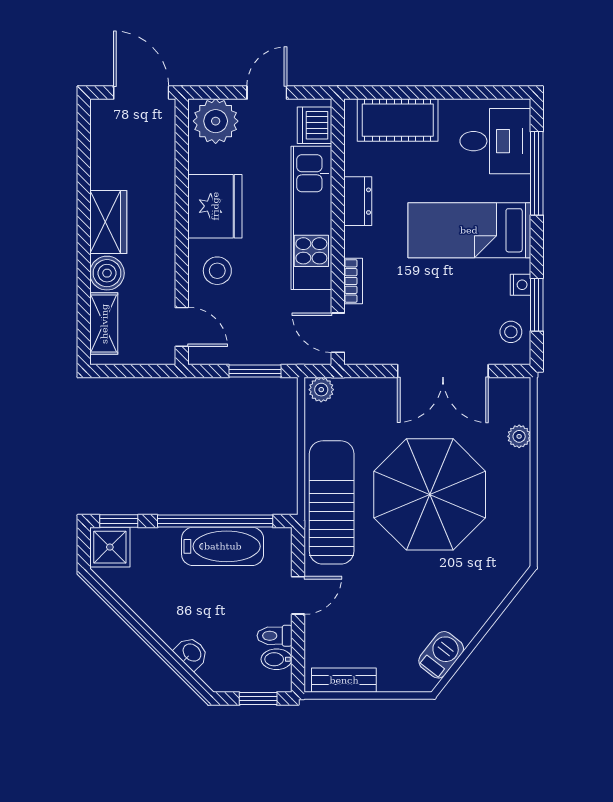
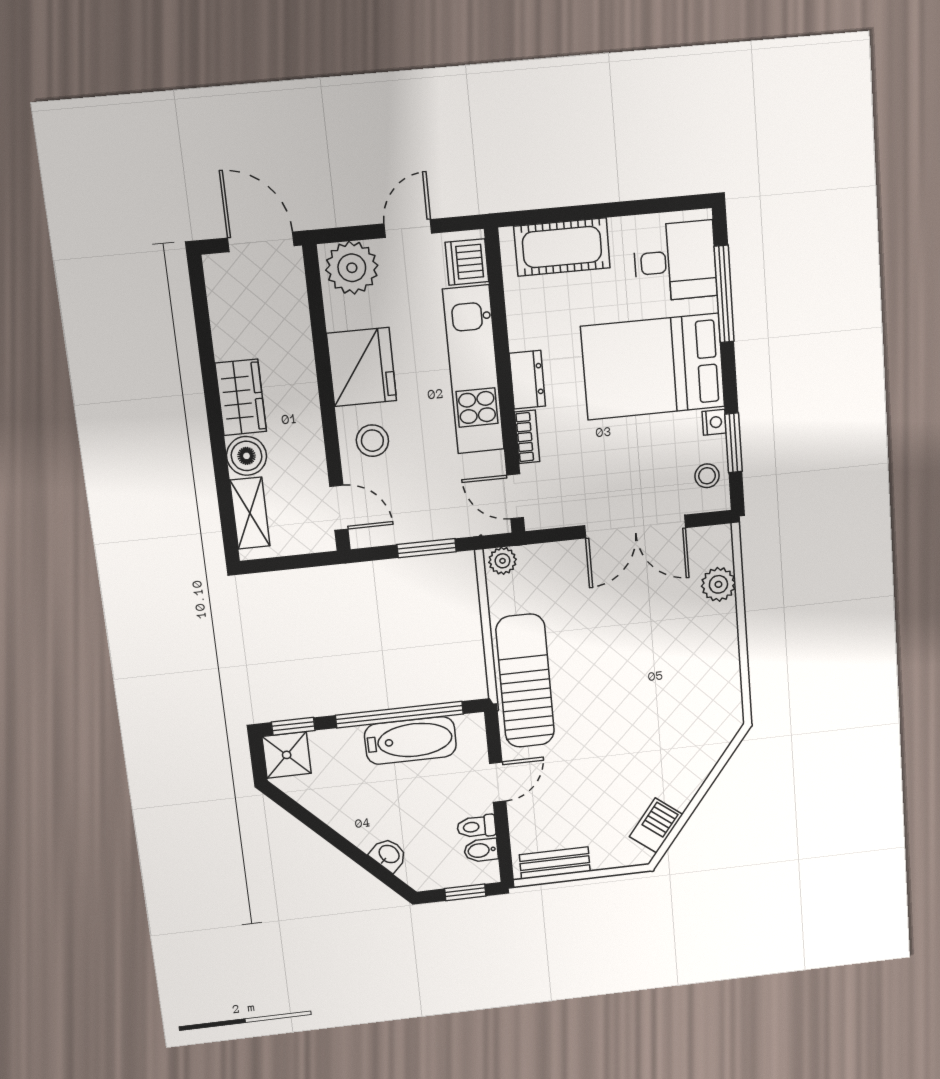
dresser: (358, 201) -> (527, 380), moved
bed: (469, 230) -> (653, 367), width x1.50
plant: (519, 436) -> (718, 584), width x1.38, depth x1.38
parasol: (430, 494) -> (631, 661), removed

